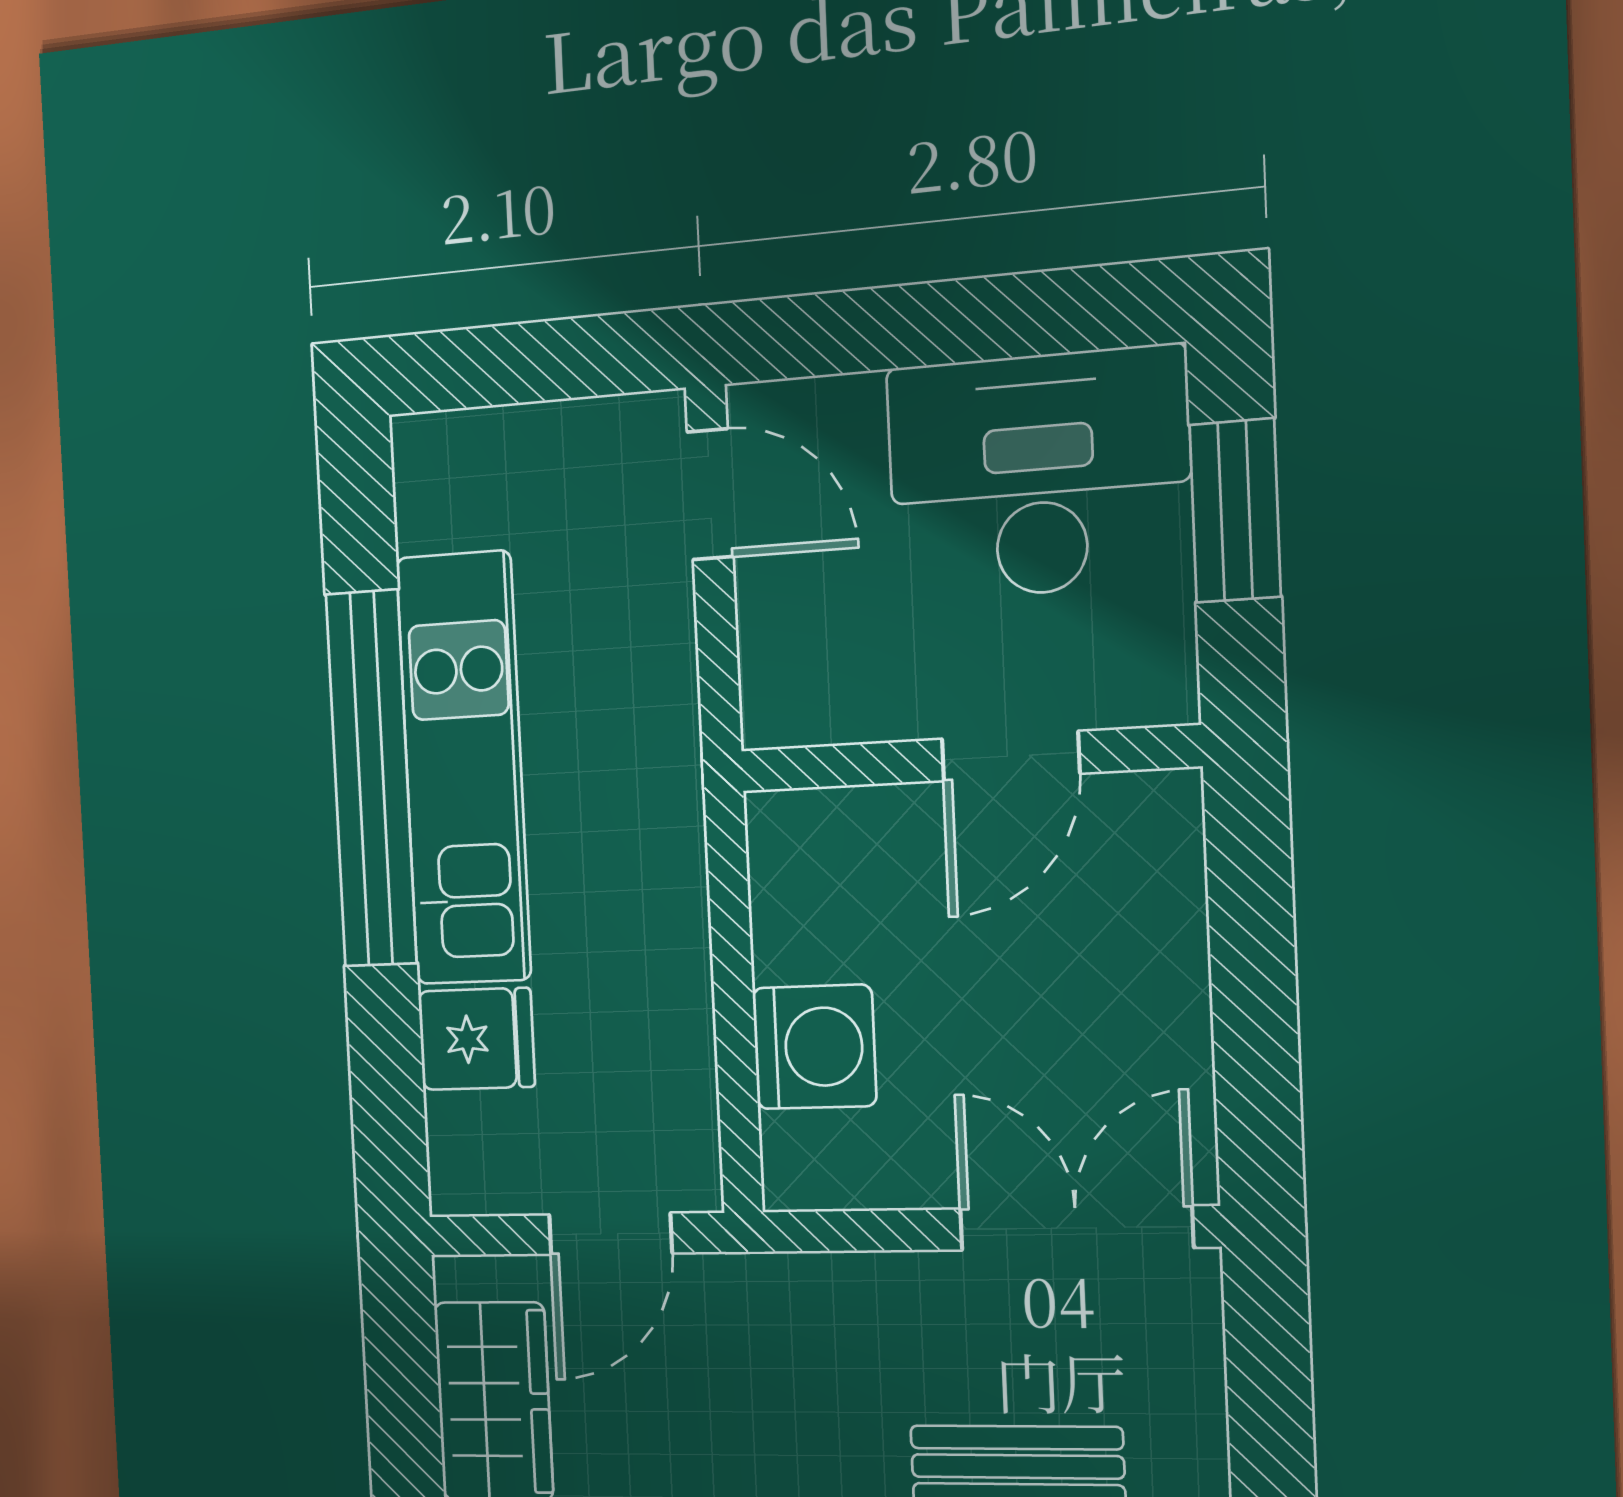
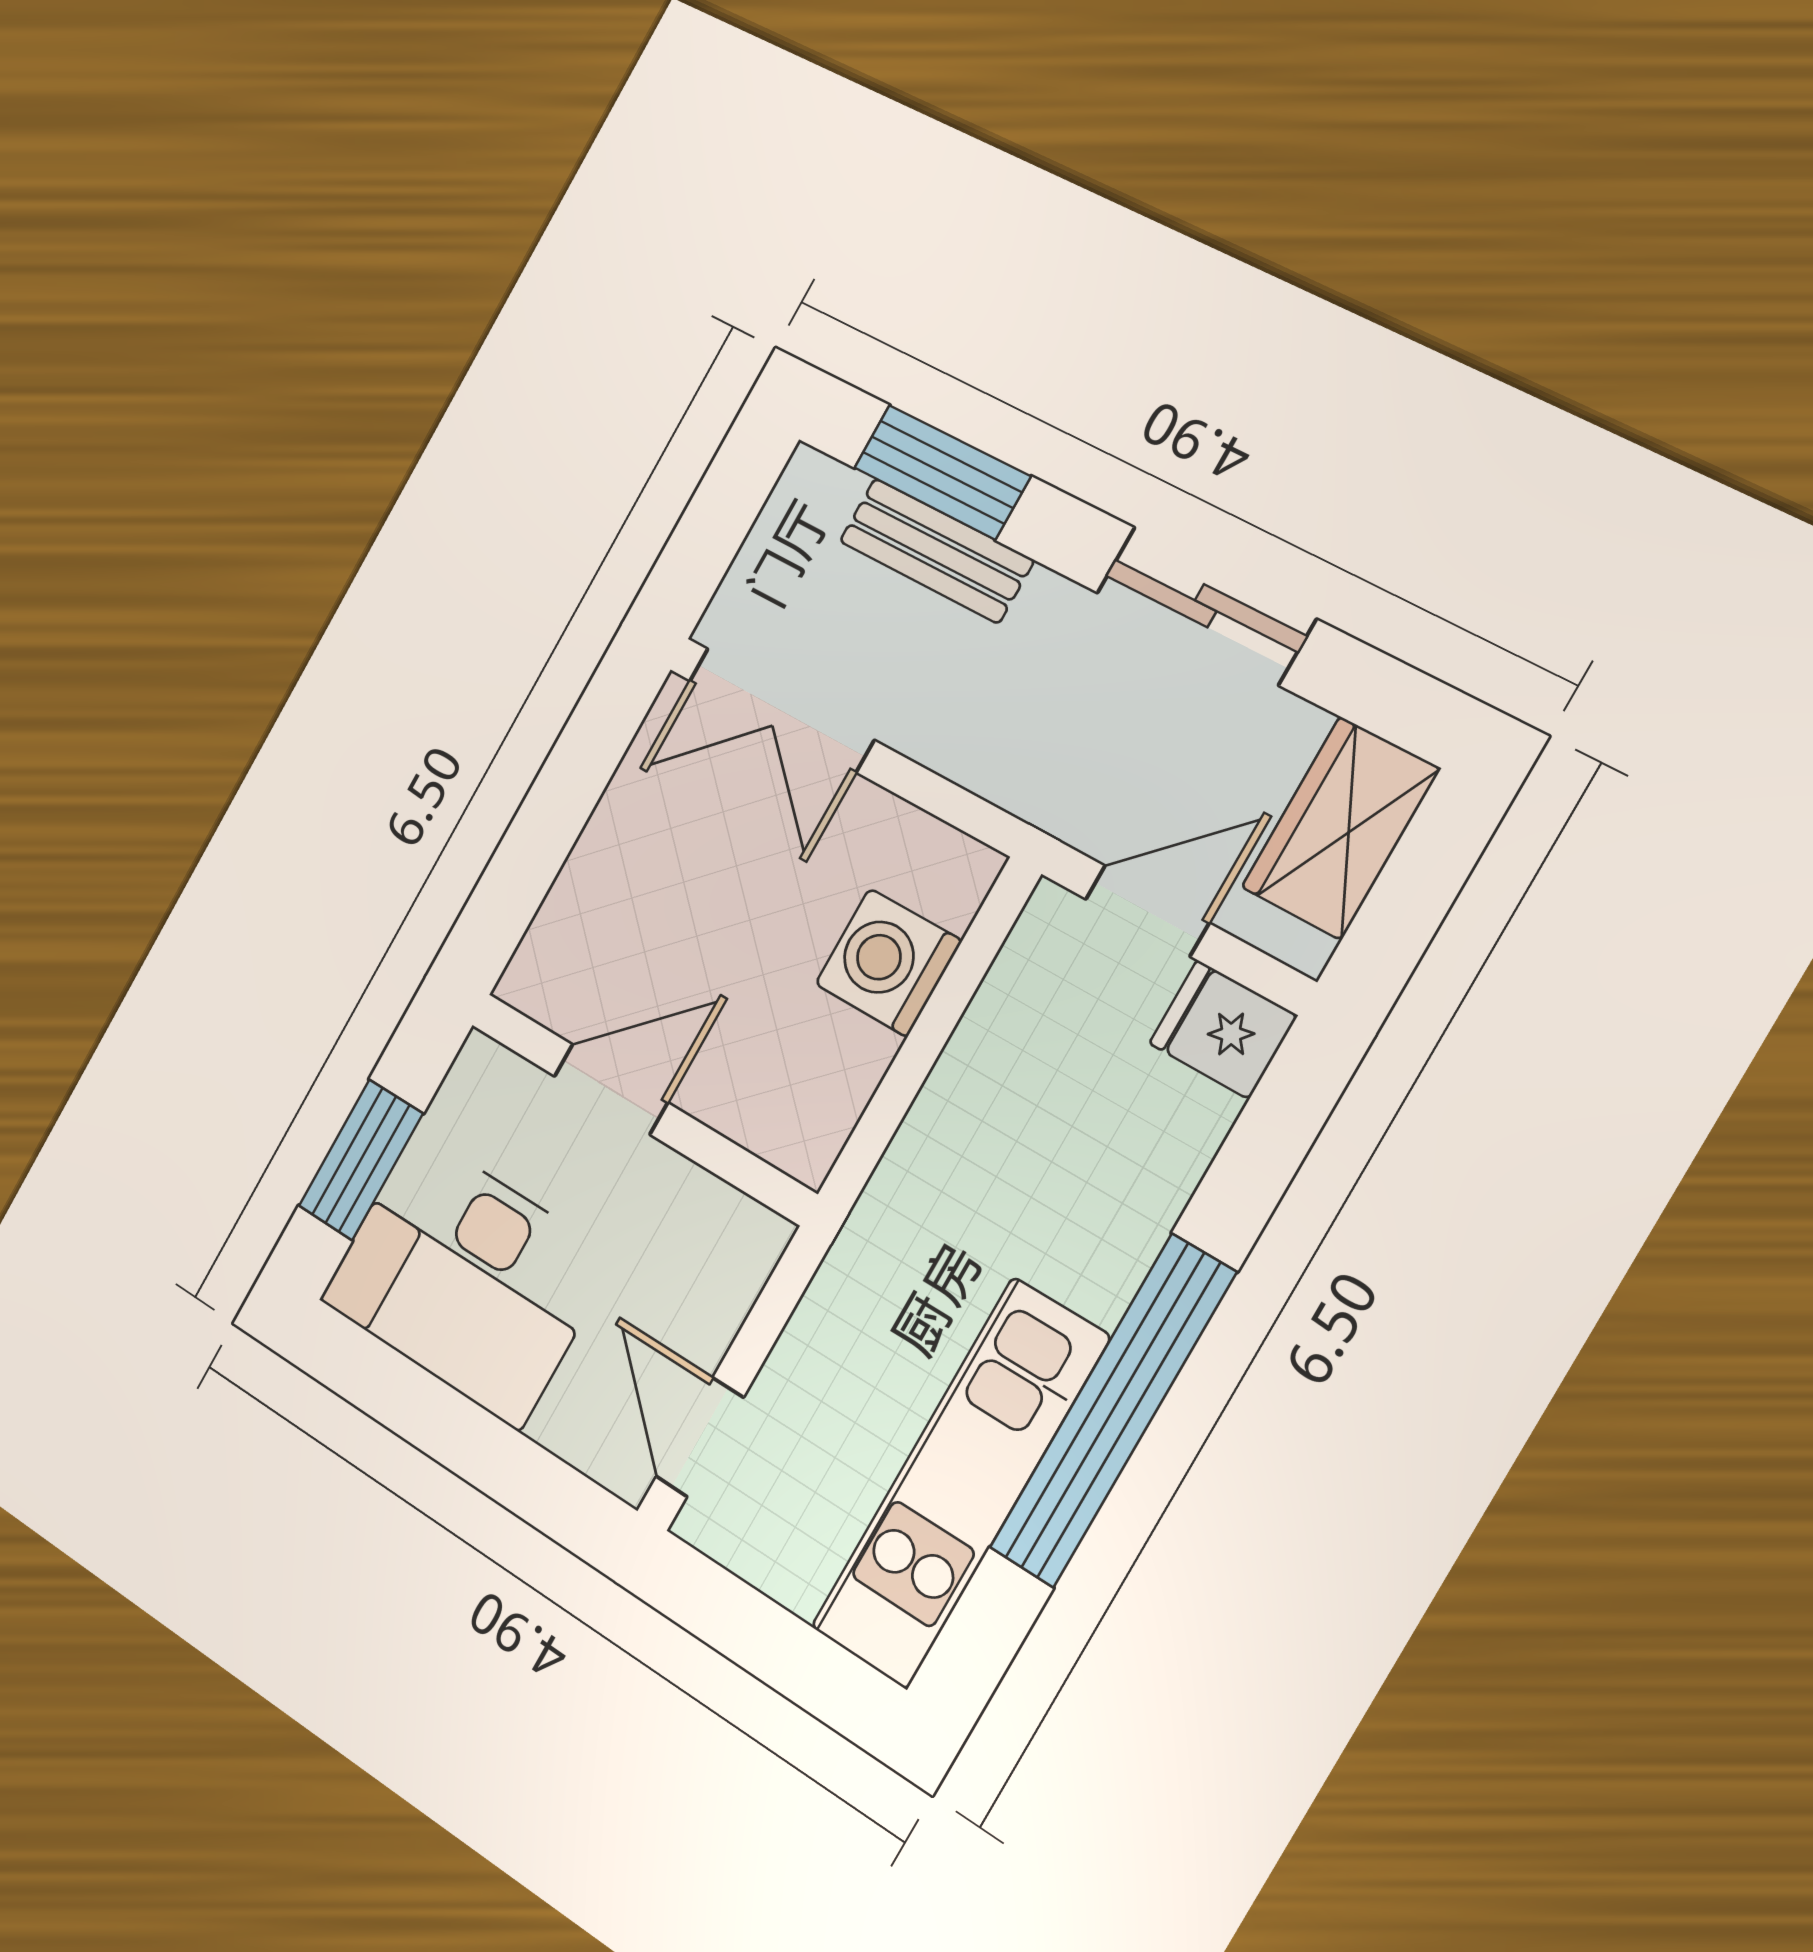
kitchen unit: (464, 769) -> (960, 1483), moved
fridge: (476, 1039) -> (1223, 1029), moved

